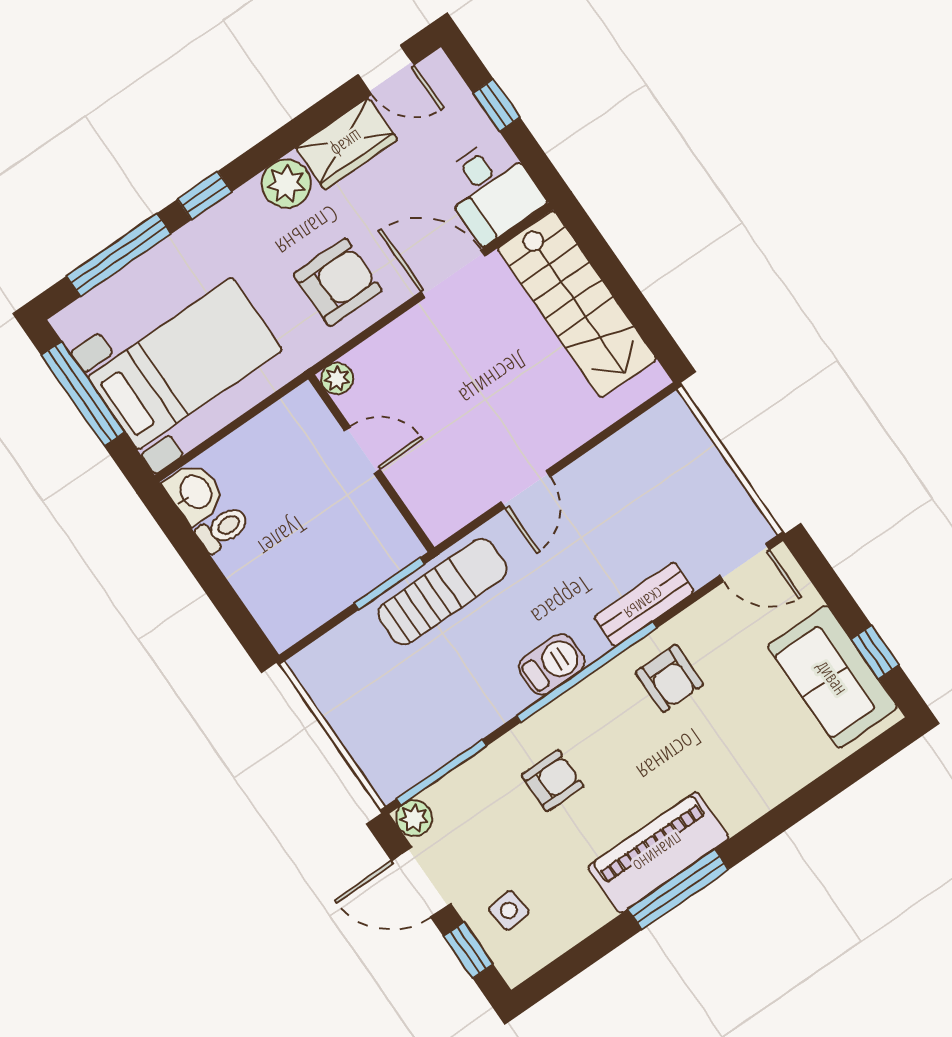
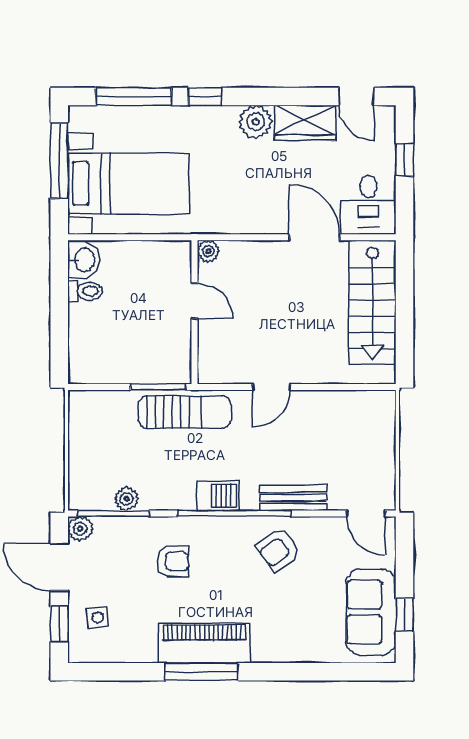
armchair: (338, 282) -> (246, 197), removed
armchair: (669, 678) -> (278, 549), turned 55
plant: (445, 744) -> (127, 499), added

